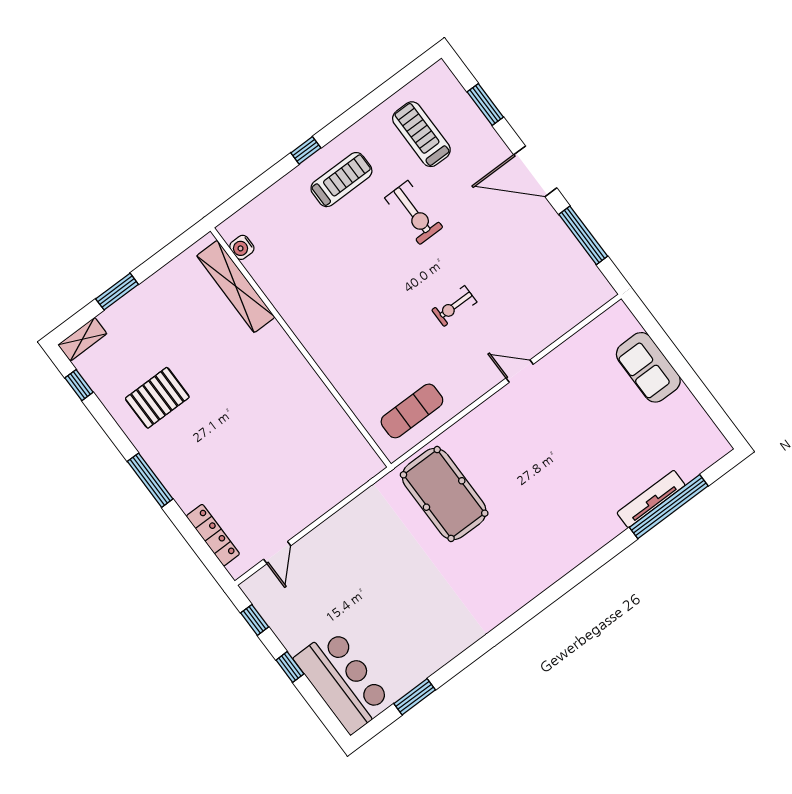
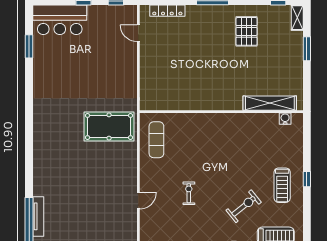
exercise bike: (414, 213) -> (244, 206), turned 141

